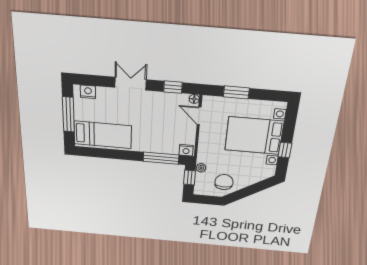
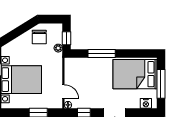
bed: (103, 135) -> (135, 74), width x1.50
nightstand: (186, 150) -> (71, 62), removed
window: (161, 158) -> (102, 53), moved

